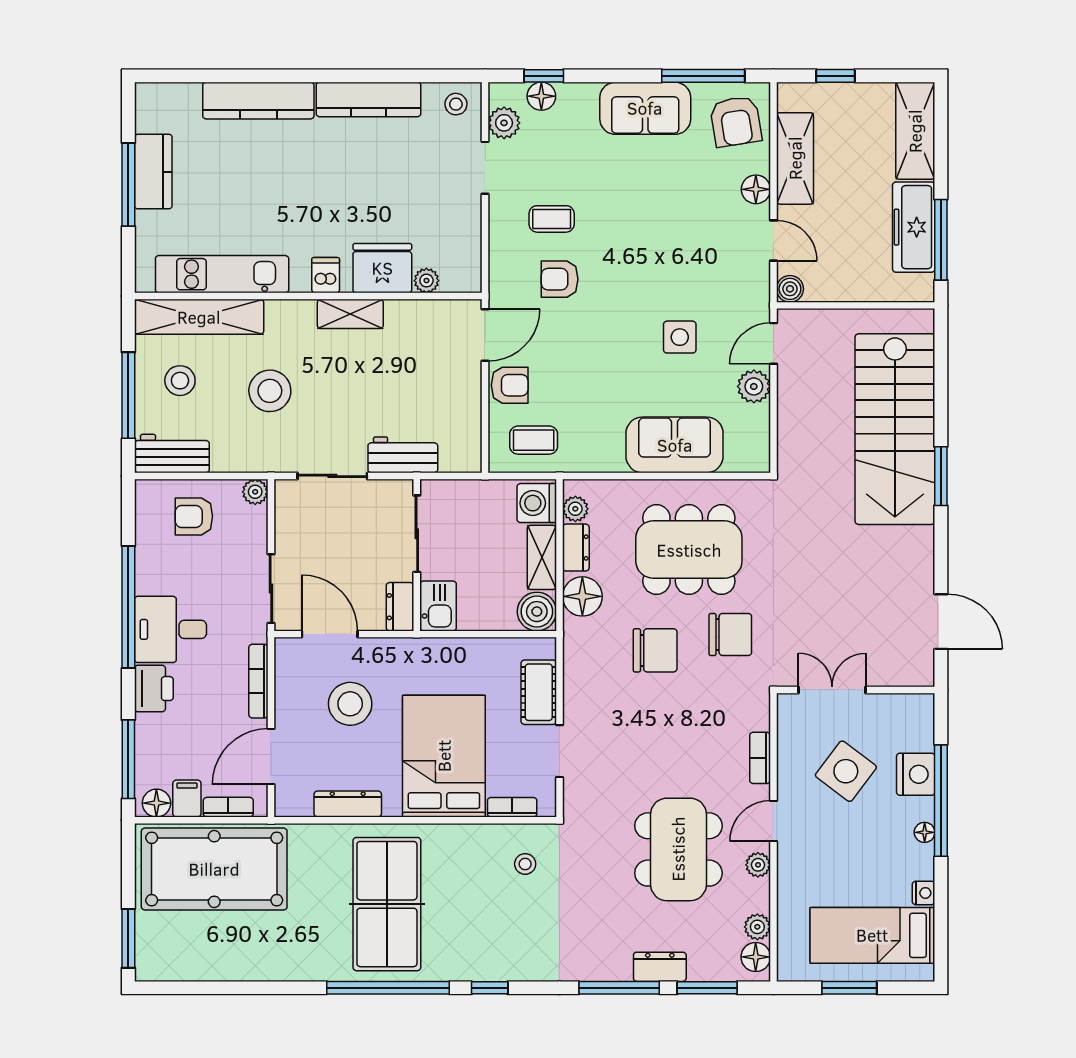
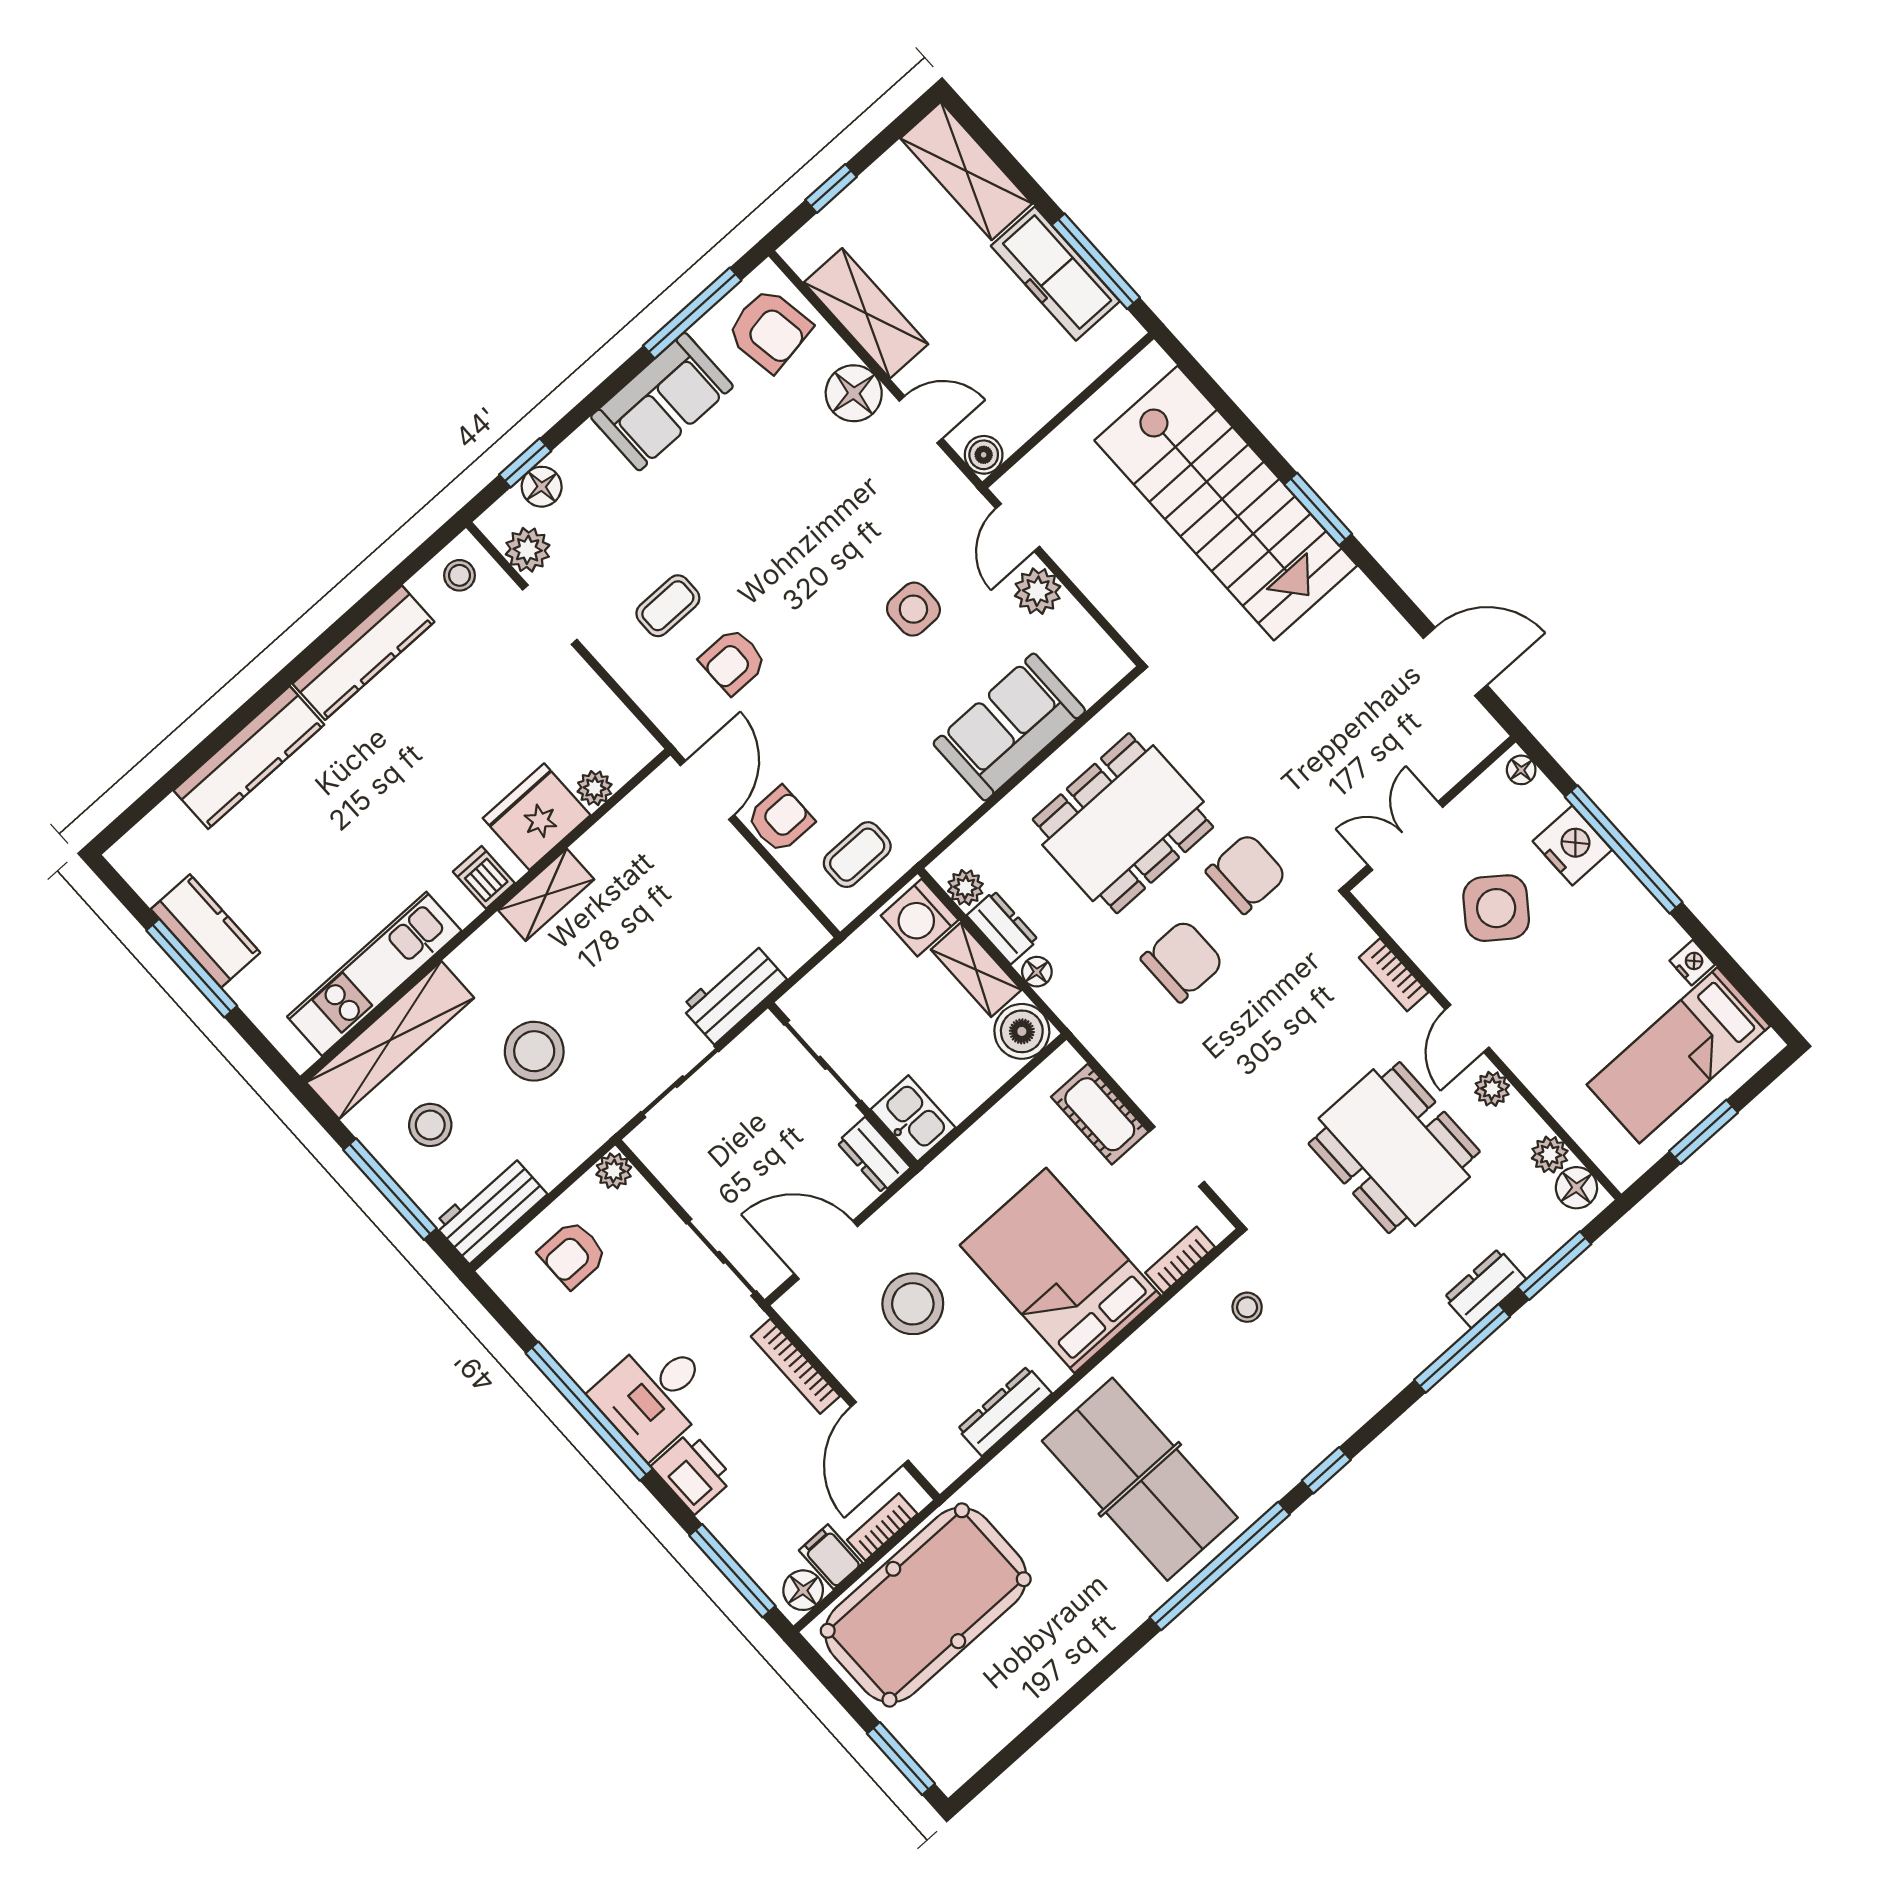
floor lamp: (756, 189) -> (854, 393), width x1.38, depth x1.38
floor lamp: (582, 596) -> (1037, 972), width x0.53, depth x0.53
floor lamp: (925, 832) -> (1521, 770), moved

